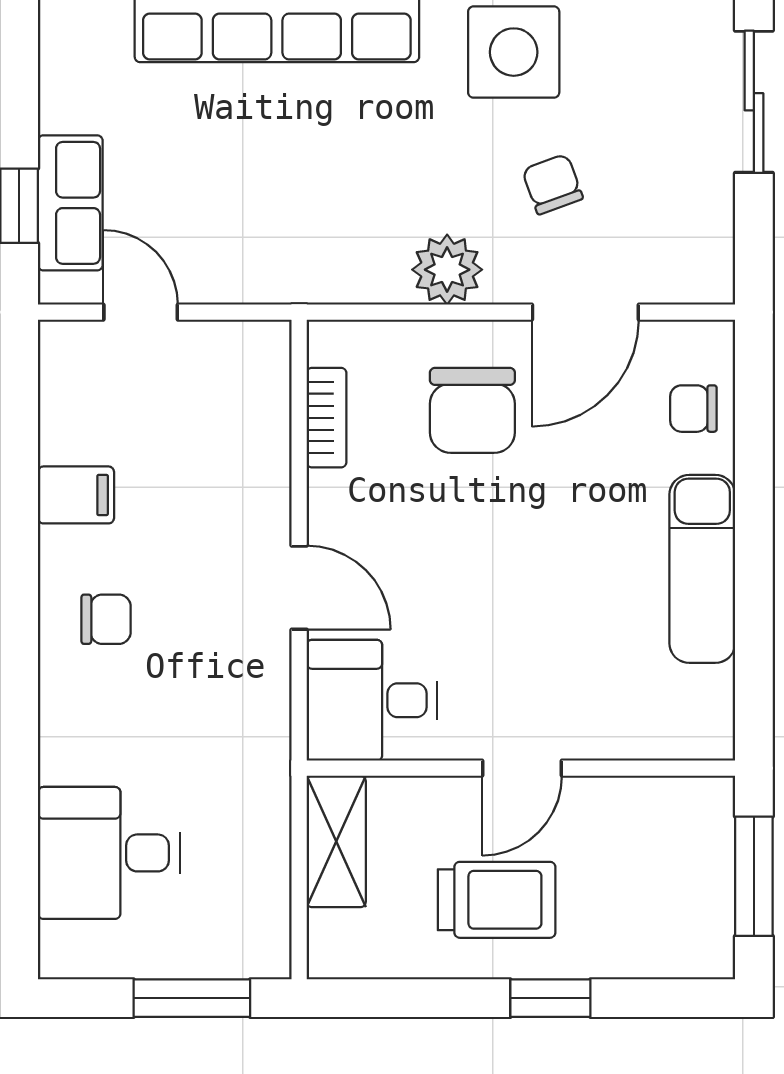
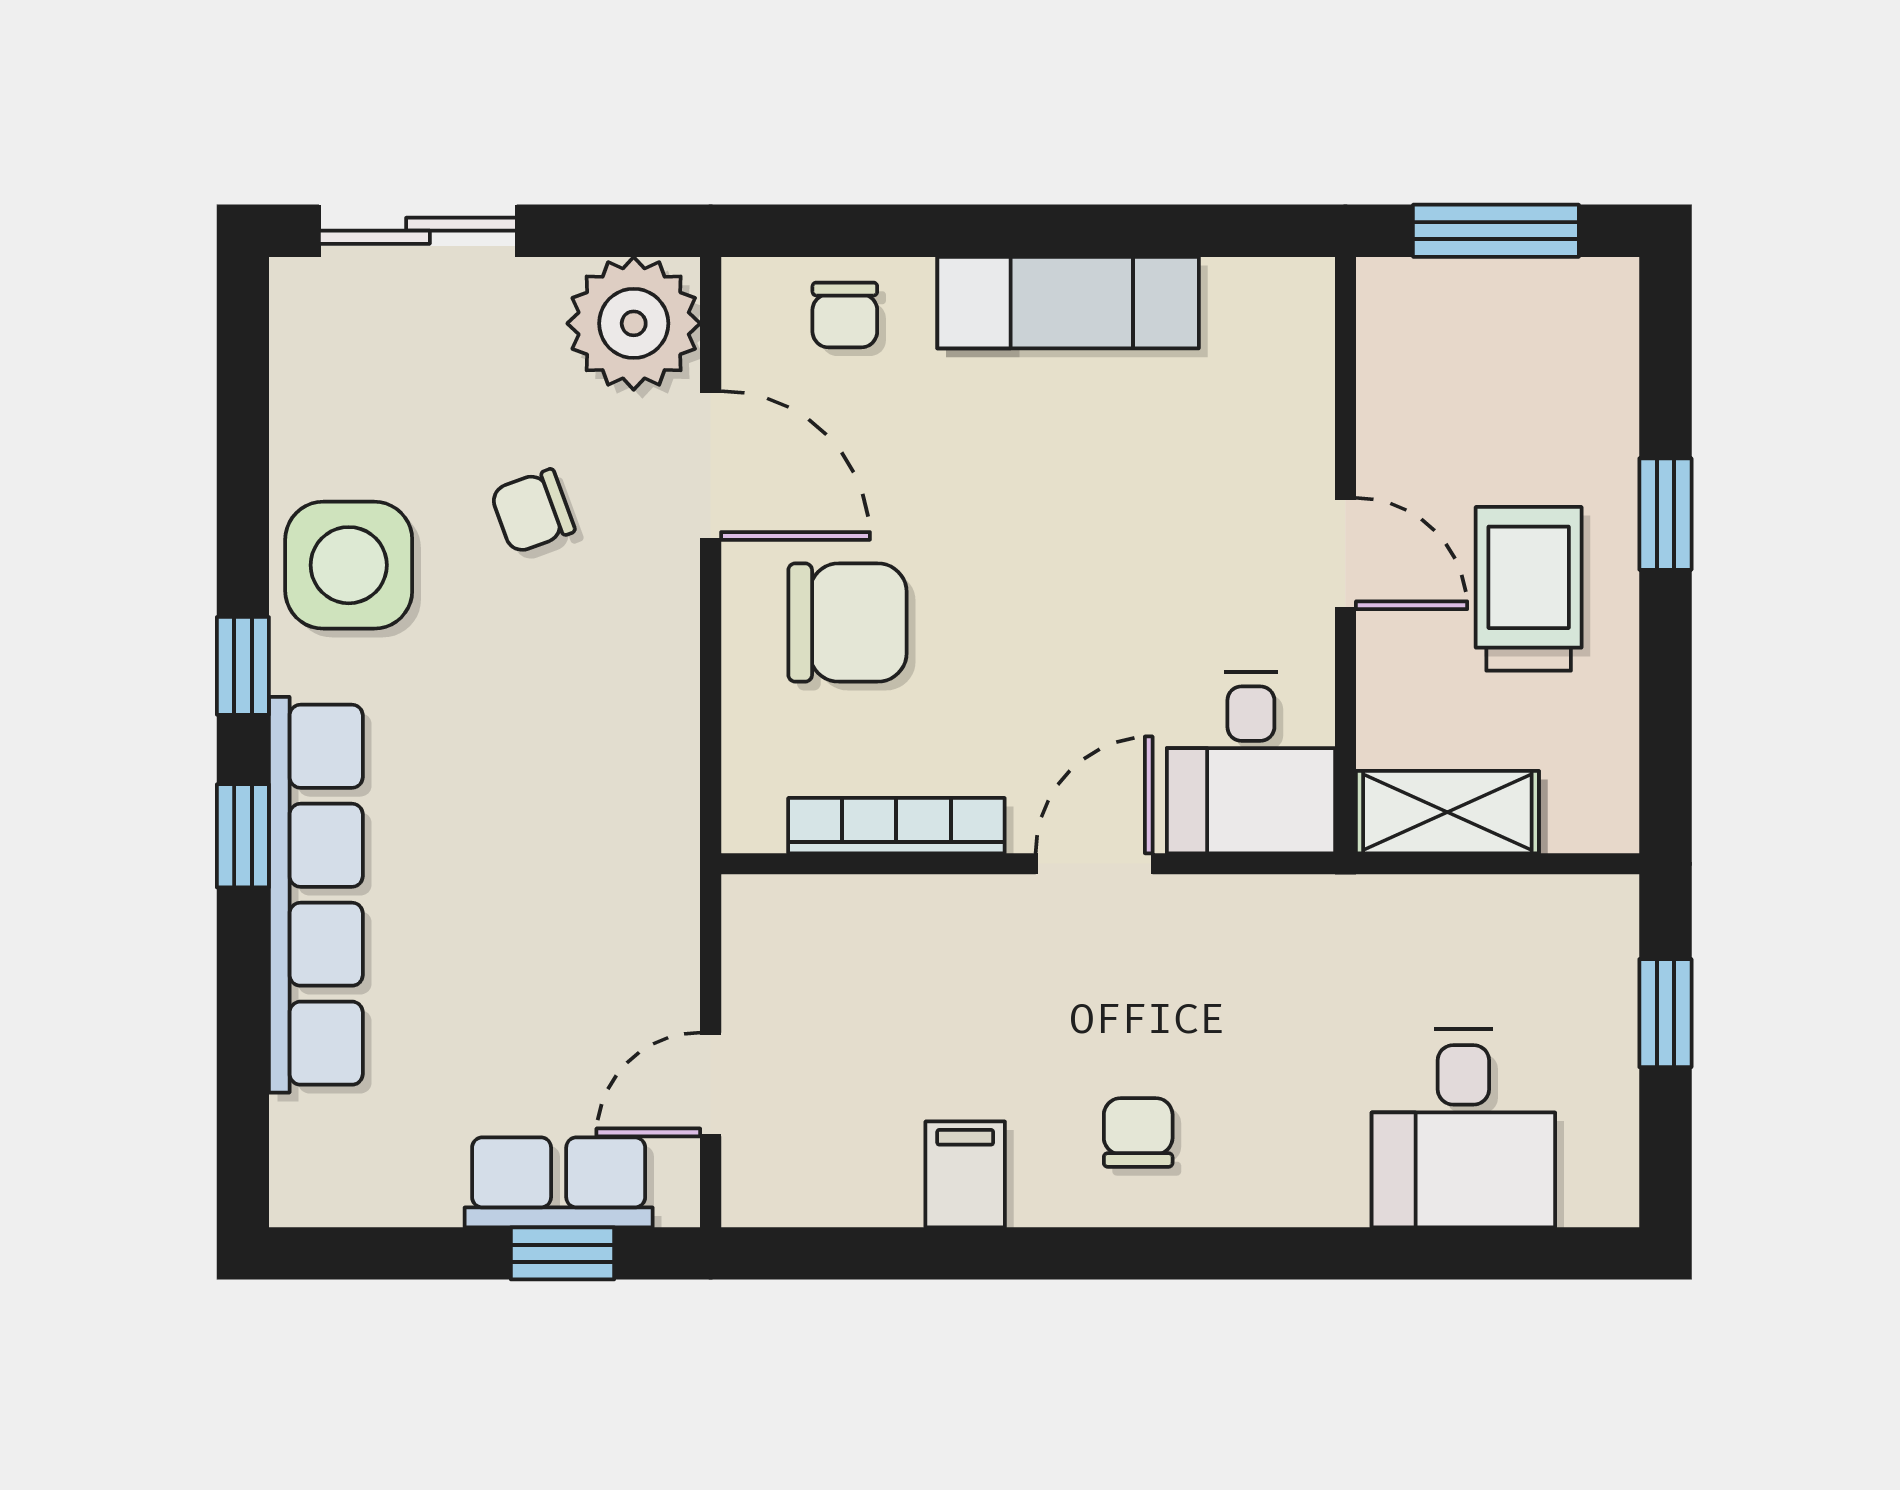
plant: (447, 270) -> (634, 323), moved, width x1.36, depth x1.36
bookcase: (327, 418) -> (896, 826), width x1.56
window: (192, 998) -> (1665, 1013), width x0.67

